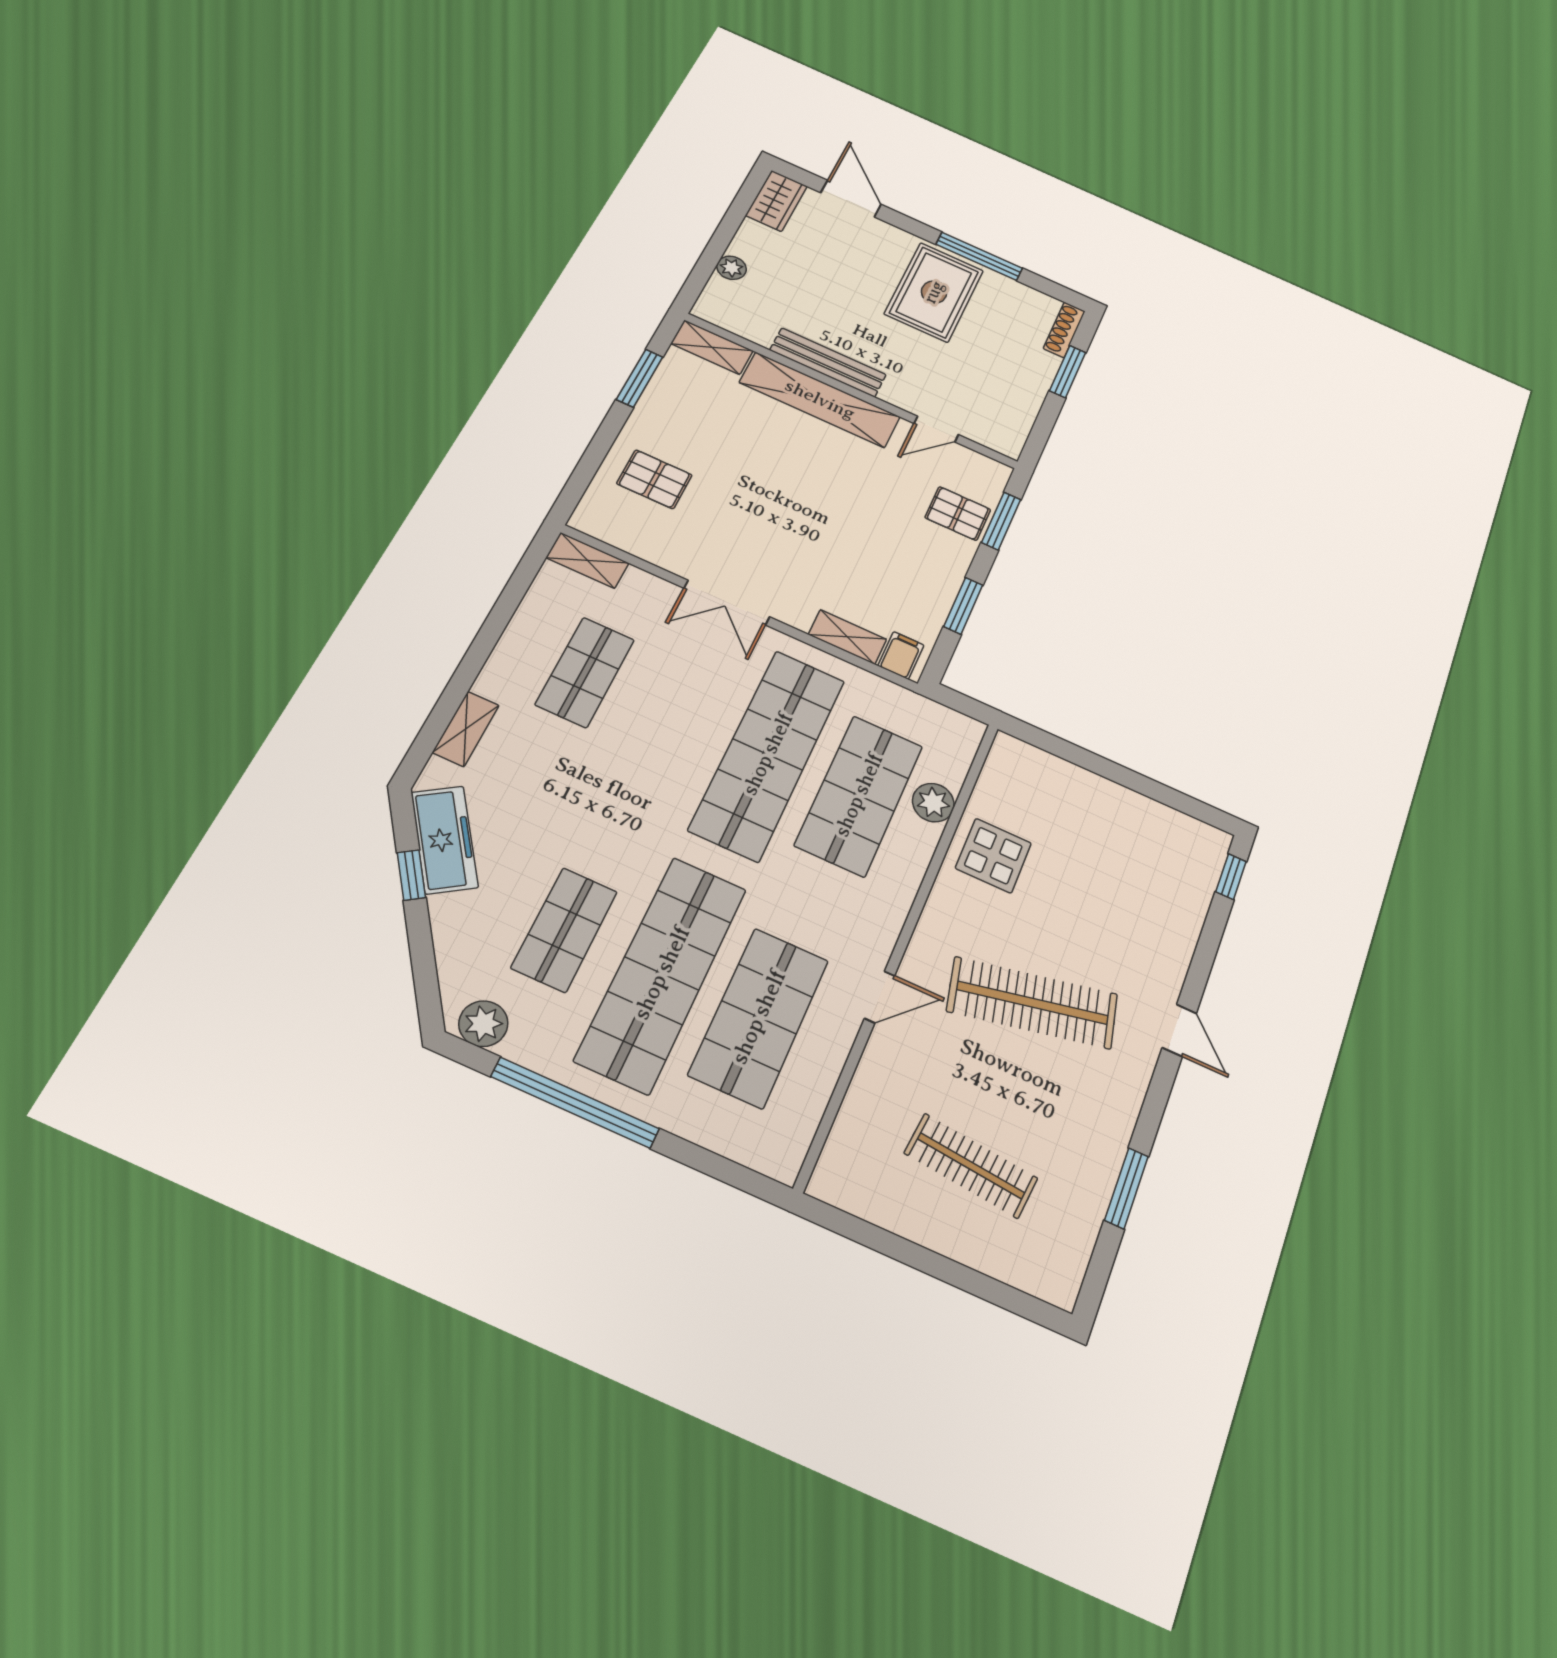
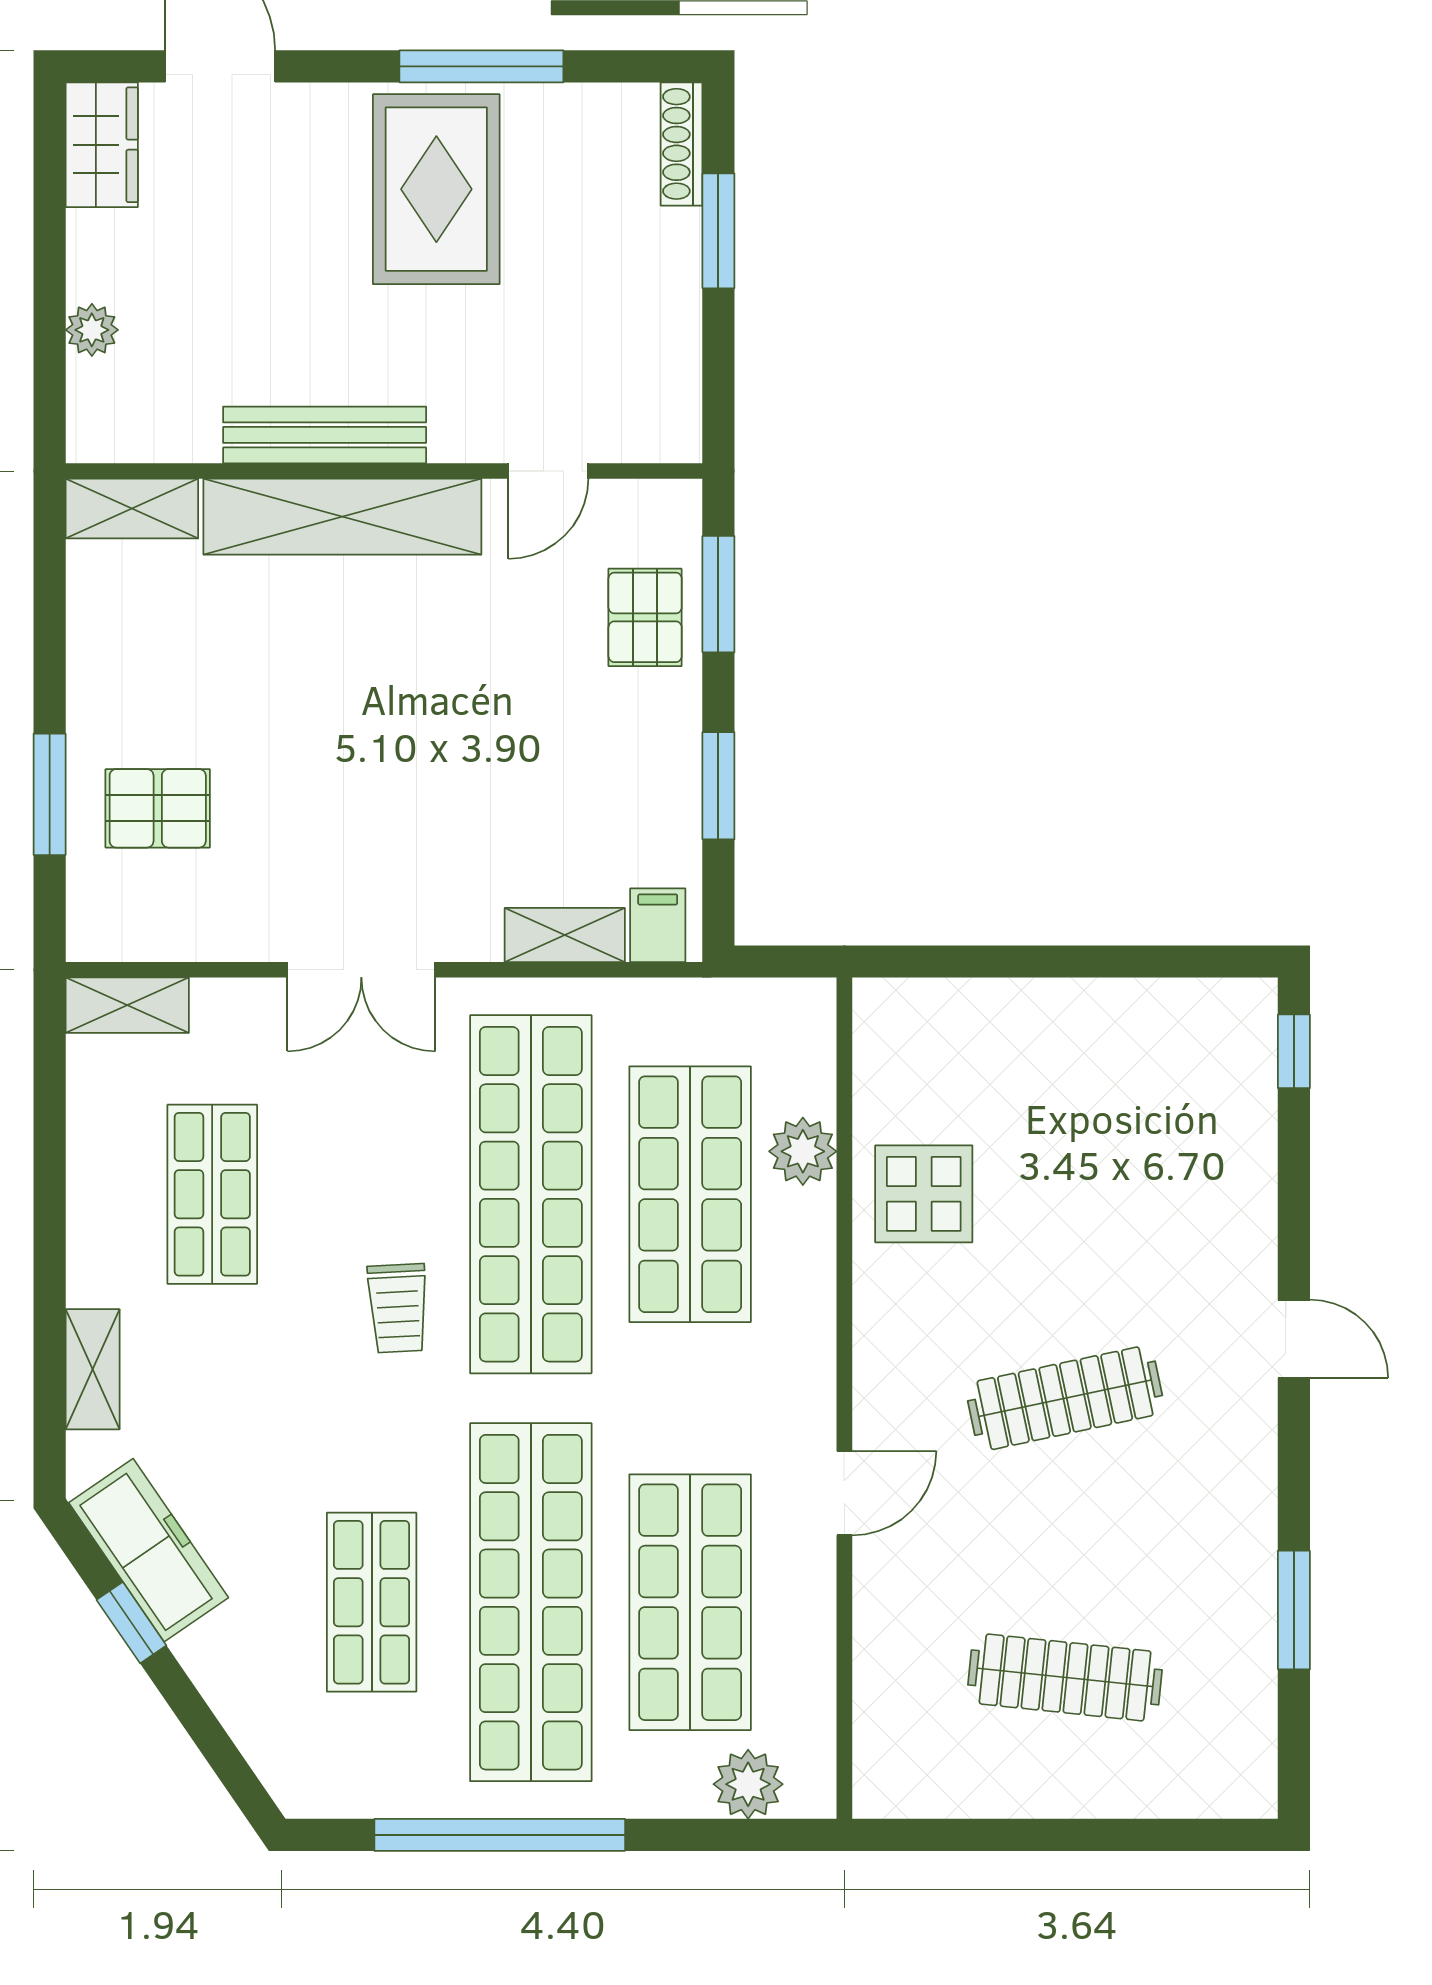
window: (640, 378) -> (50, 794), moved
pallet: (958, 514) -> (645, 617), turned 90
trolley: (662, 778) -> (398, 1308), added
clothes rail: (1033, 1003) -> (1065, 1398), width x0.73, depth x0.76
plant: (483, 1024) -> (748, 1784), moved

